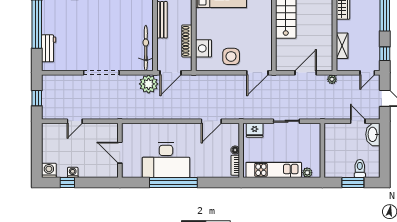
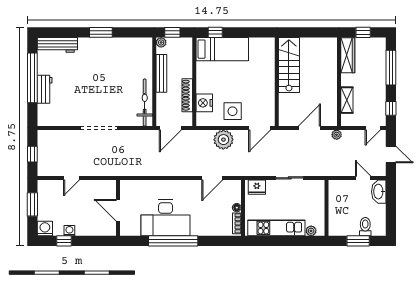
workbench: (49, 48) -> (45, 89), moved
plant: (149, 84) -> (223, 140), moved
window: (37, 147) -> (32, 204), added

